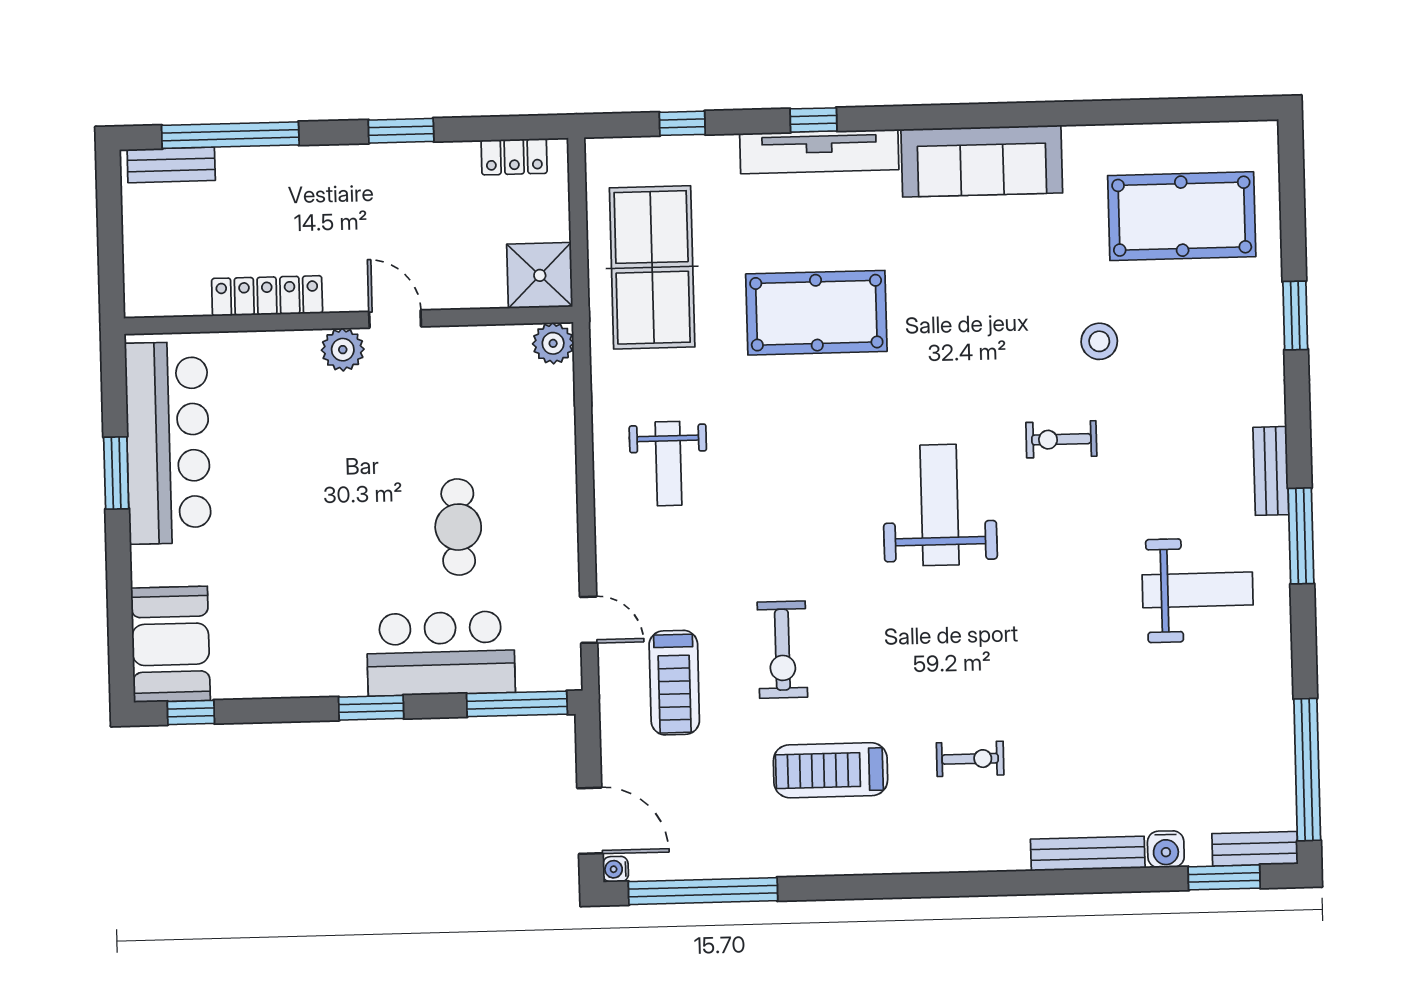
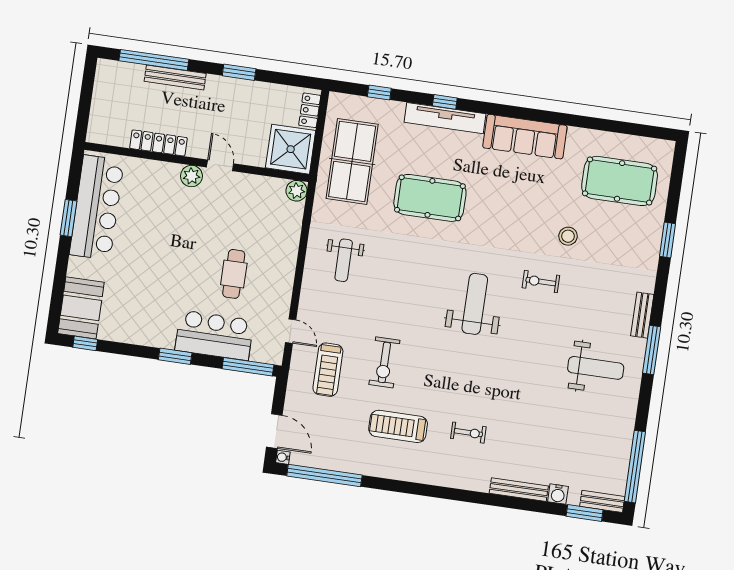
locker: (514, 157) -> (310, 110), moved, turned 90
bench: (171, 165) -> (175, 77), moved, width x1.36
shower: (540, 275) -> (291, 149), width x1.37, depth x1.37

